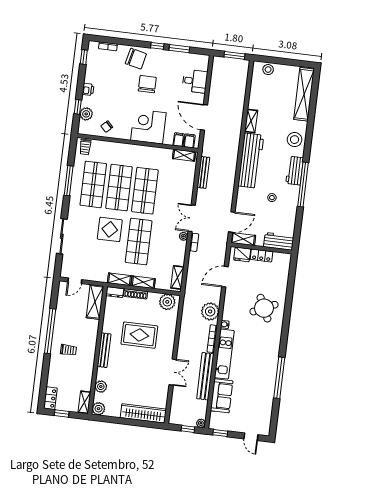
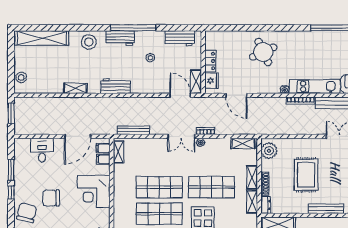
workbench: (251, 161) -> (115, 86), width x0.53, depth x0.76
workbench: (279, 241) -> (180, 38), moved, turned -90
plant: (210, 311) -> (273, 106), removed

